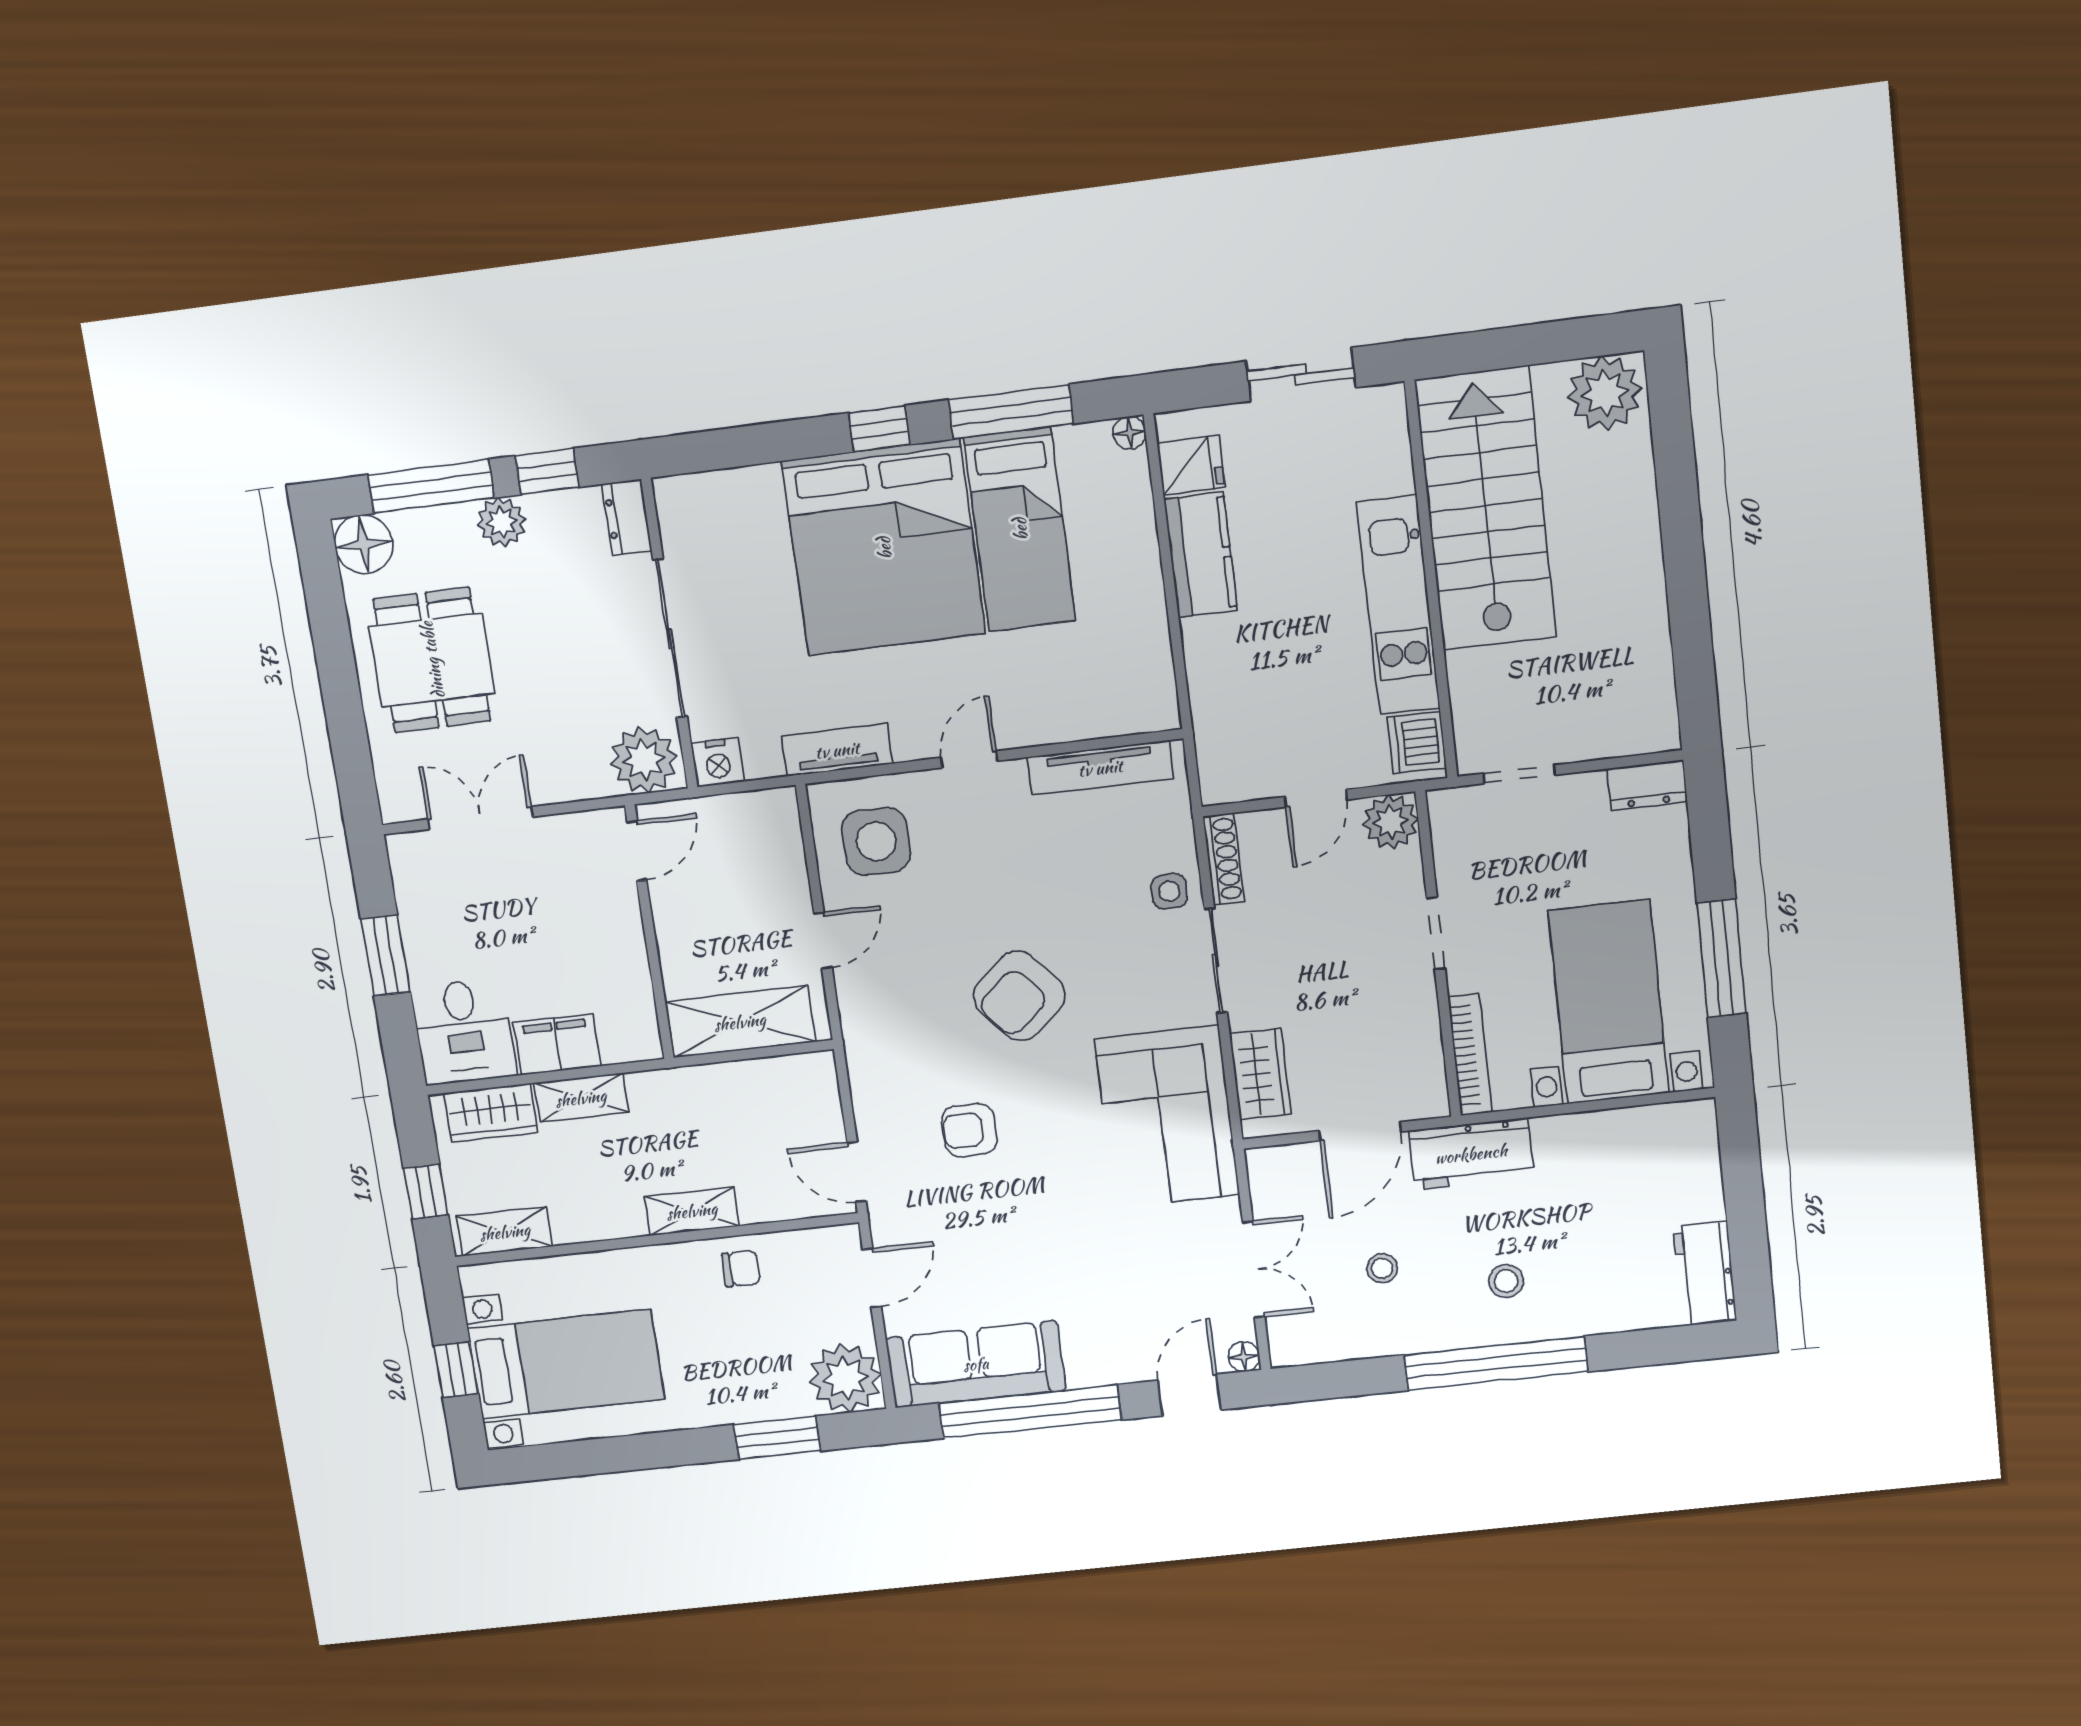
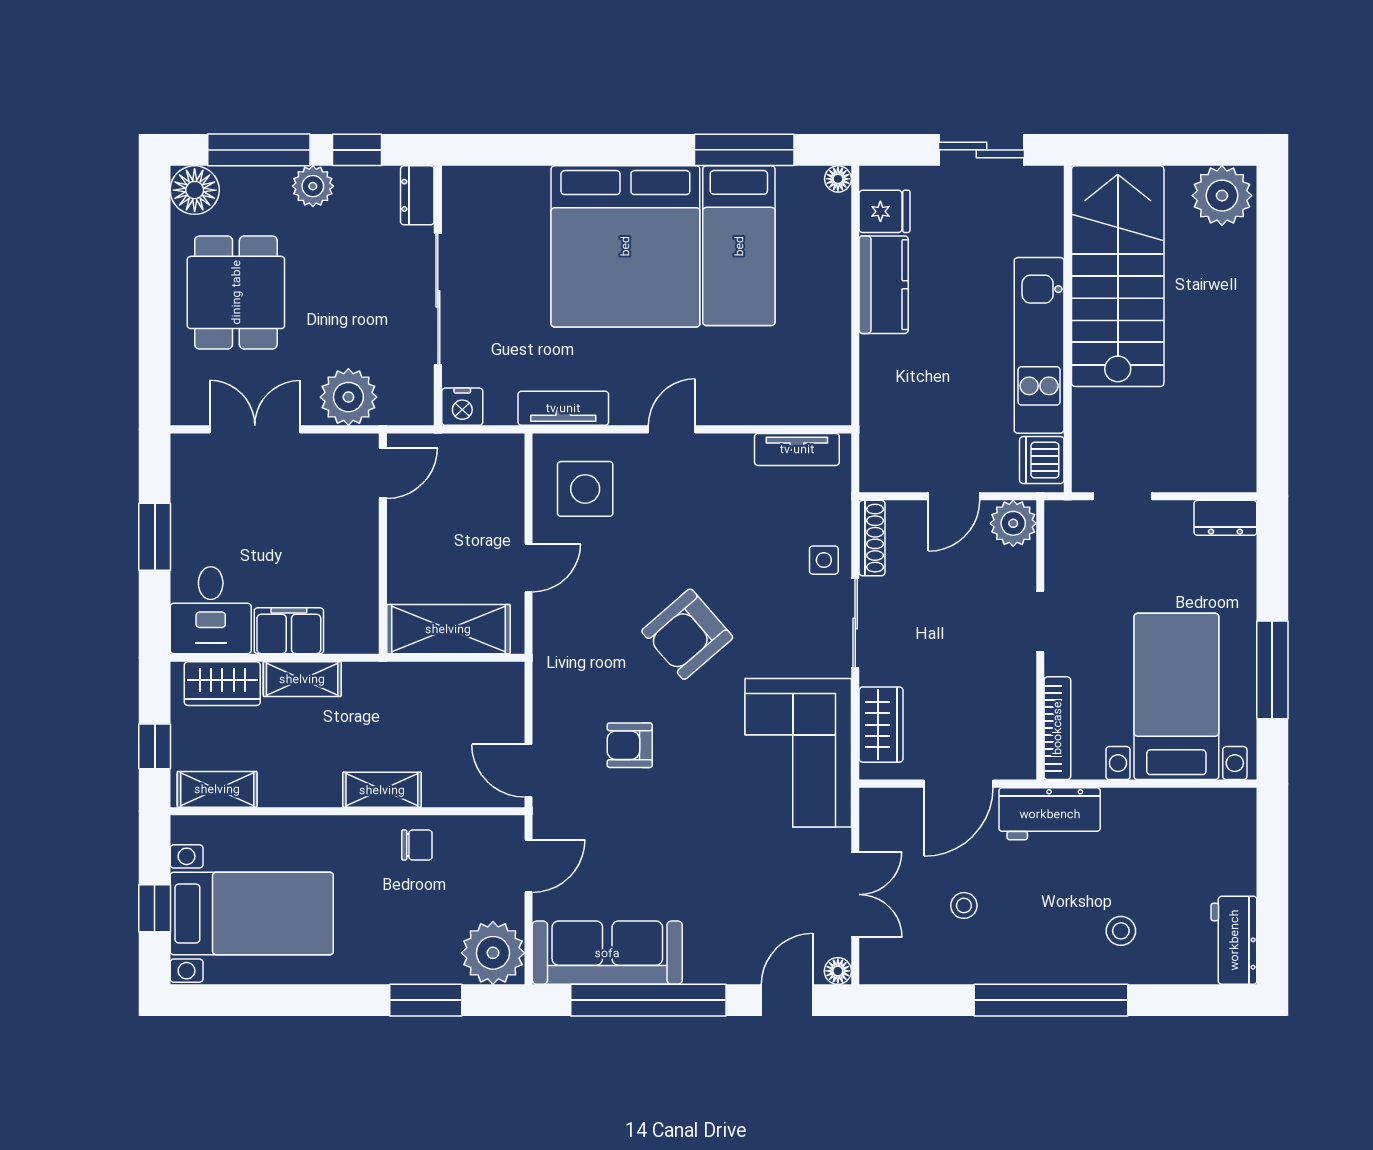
window: (879, 429) -> (635, 150), removed
plant: (644, 760) -> (348, 397), moved
tv unit: (1100, 768) -> (797, 449), width x0.71
stool: (1506, 1281) -> (1121, 931), moved

